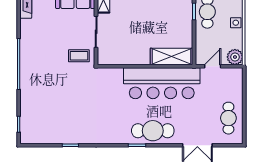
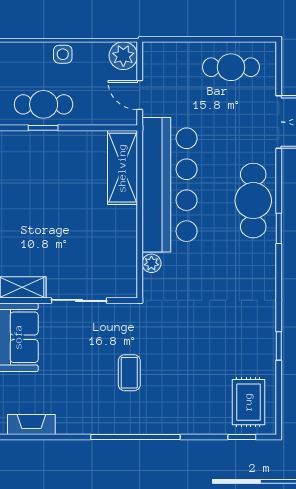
coffee table: (79, 56) -> (129, 373), moved
plant: (117, 73) -> (151, 263), added
rug: (38, 128) -> (248, 402), added

